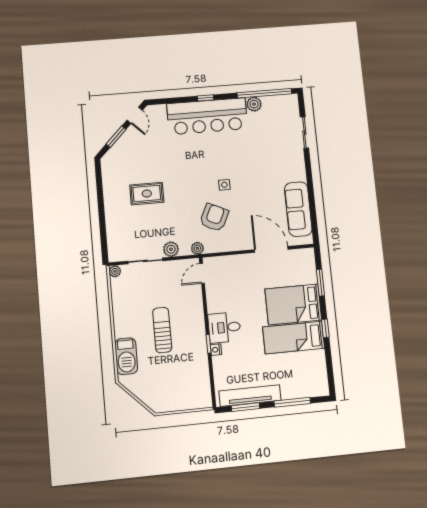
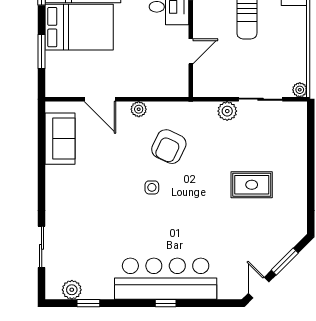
window: (264, 93) -> (88, 303), width x0.32
plant: (254, 104) -> (72, 290), moved
sofa: (298, 209) -> (60, 139), width x0.73
plant: (197, 248) -> (139, 109), moved
door: (271, 249) -> (100, 99), width x0.73
door: (202, 273) -> (191, 51), moved

